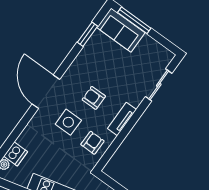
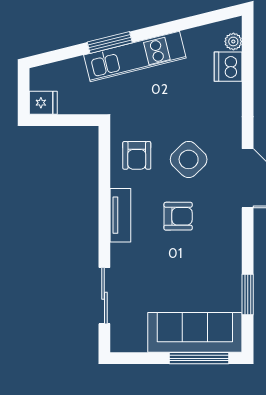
sofa: (121, 30) -> (195, 332), width x1.36
side table: (68, 122) -> (189, 159), turned 45

